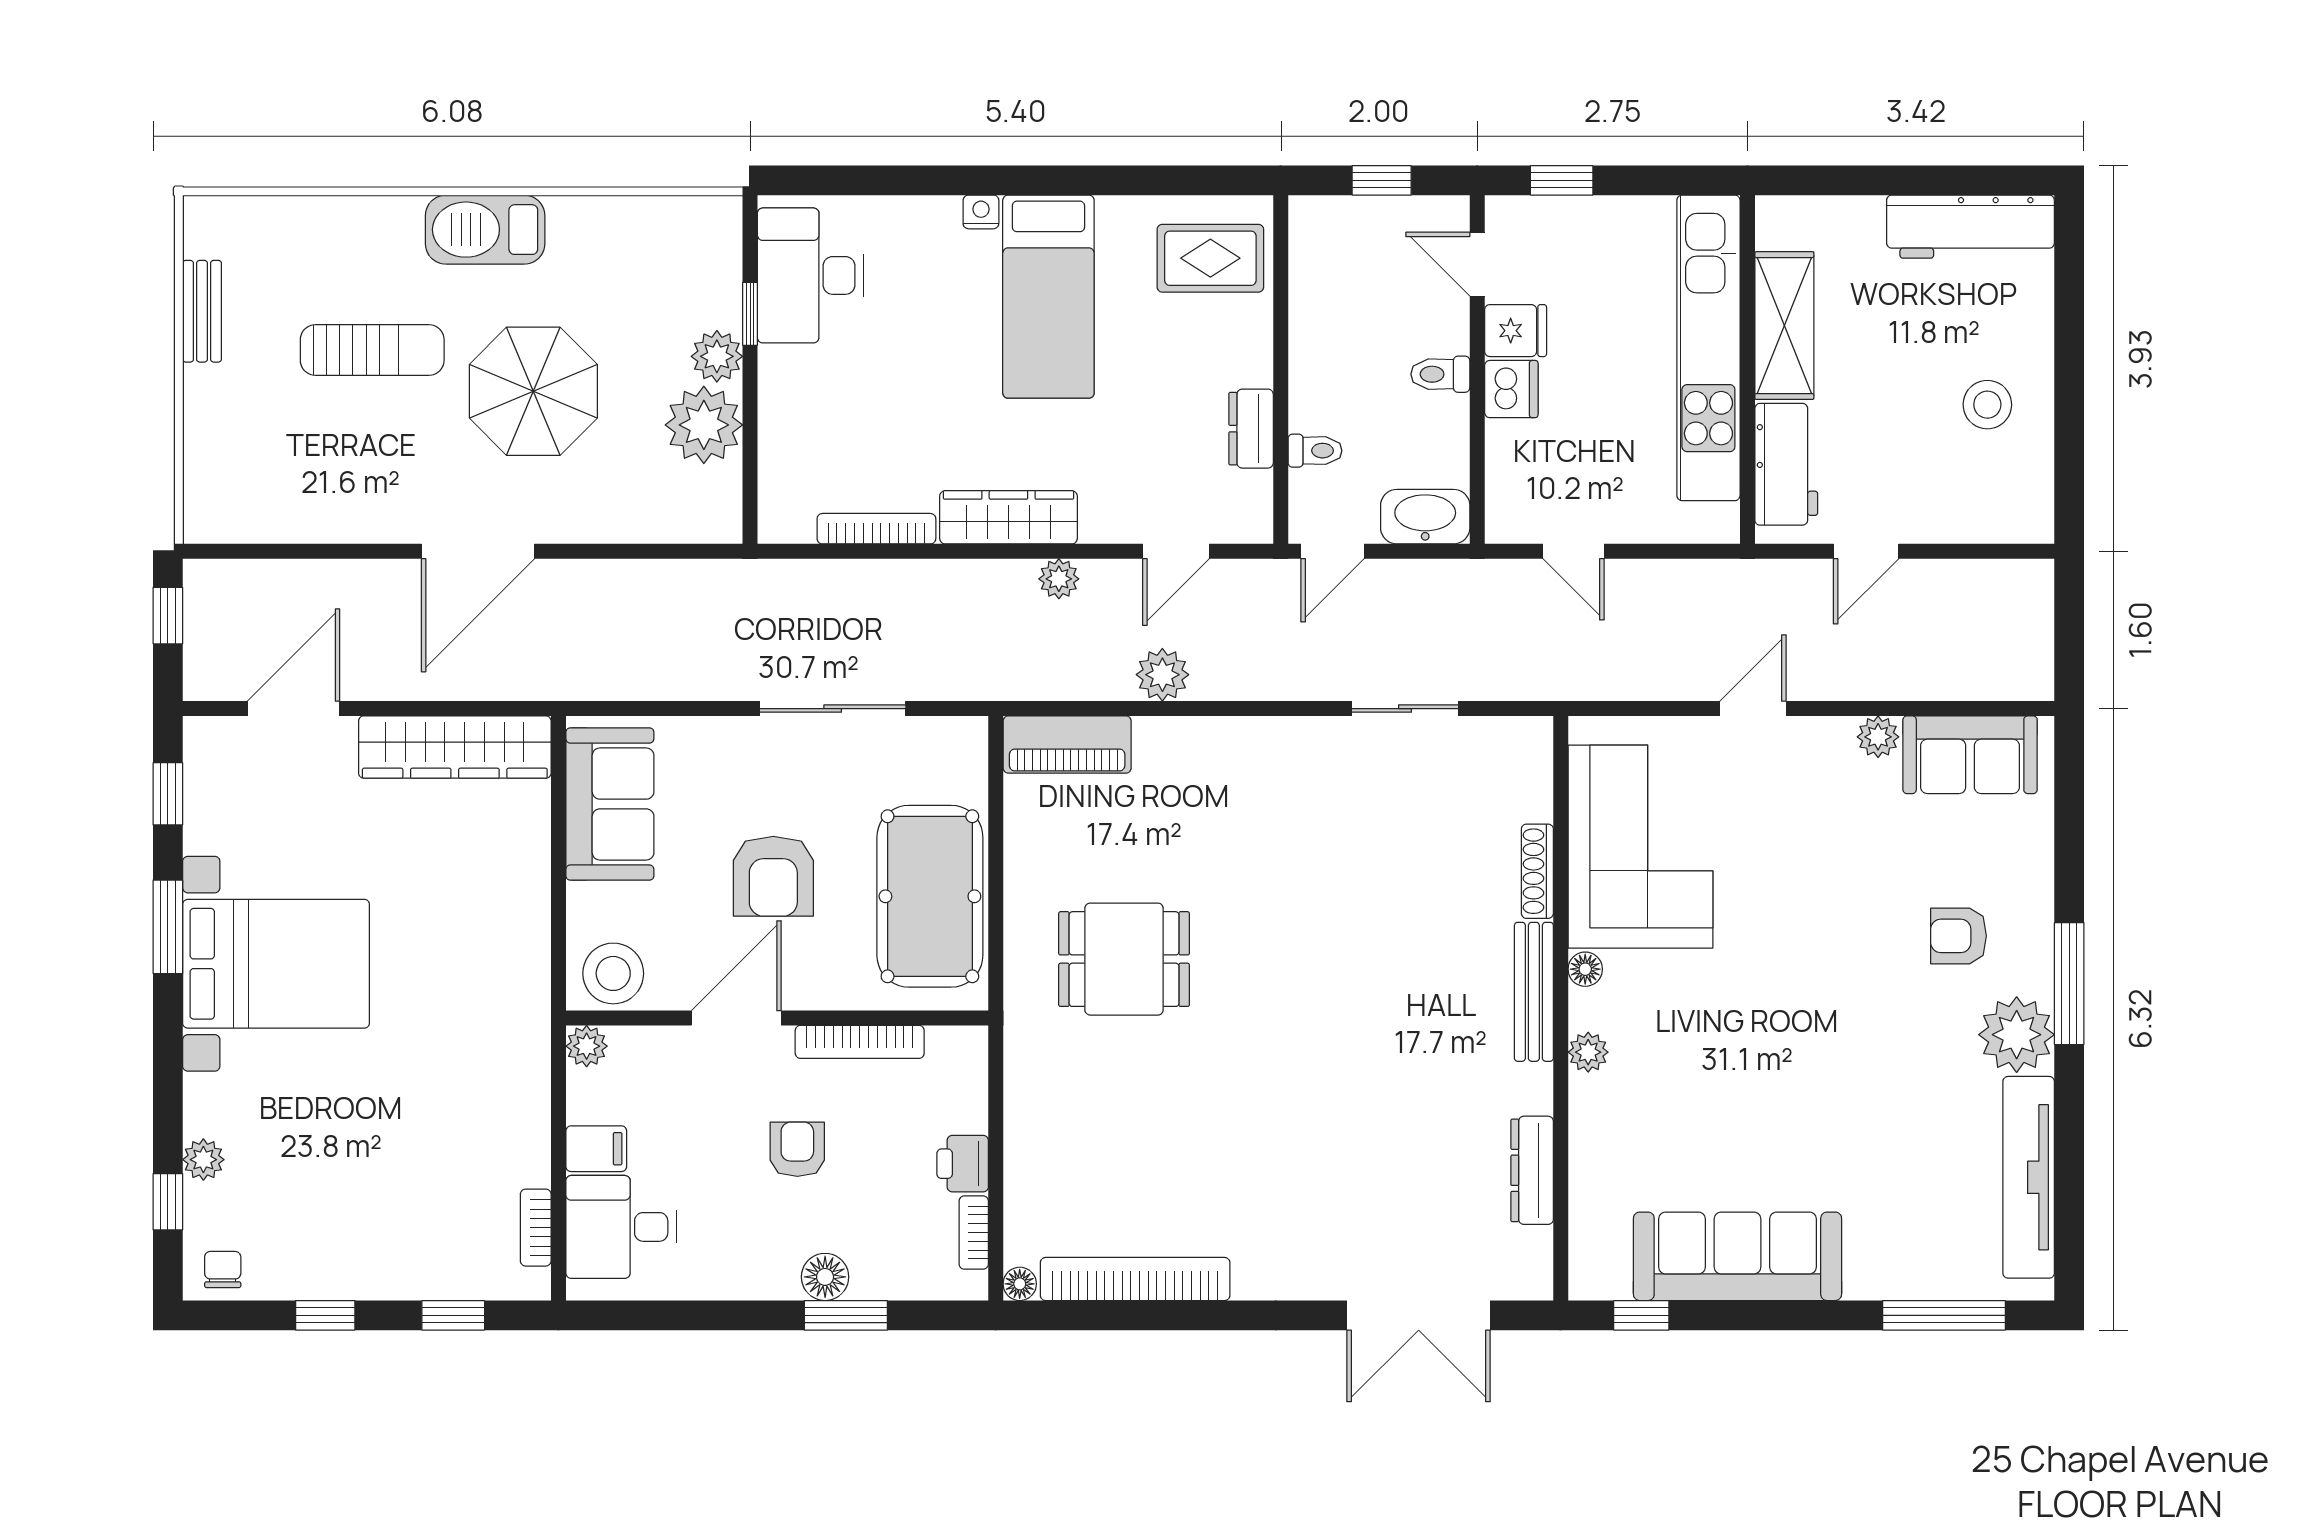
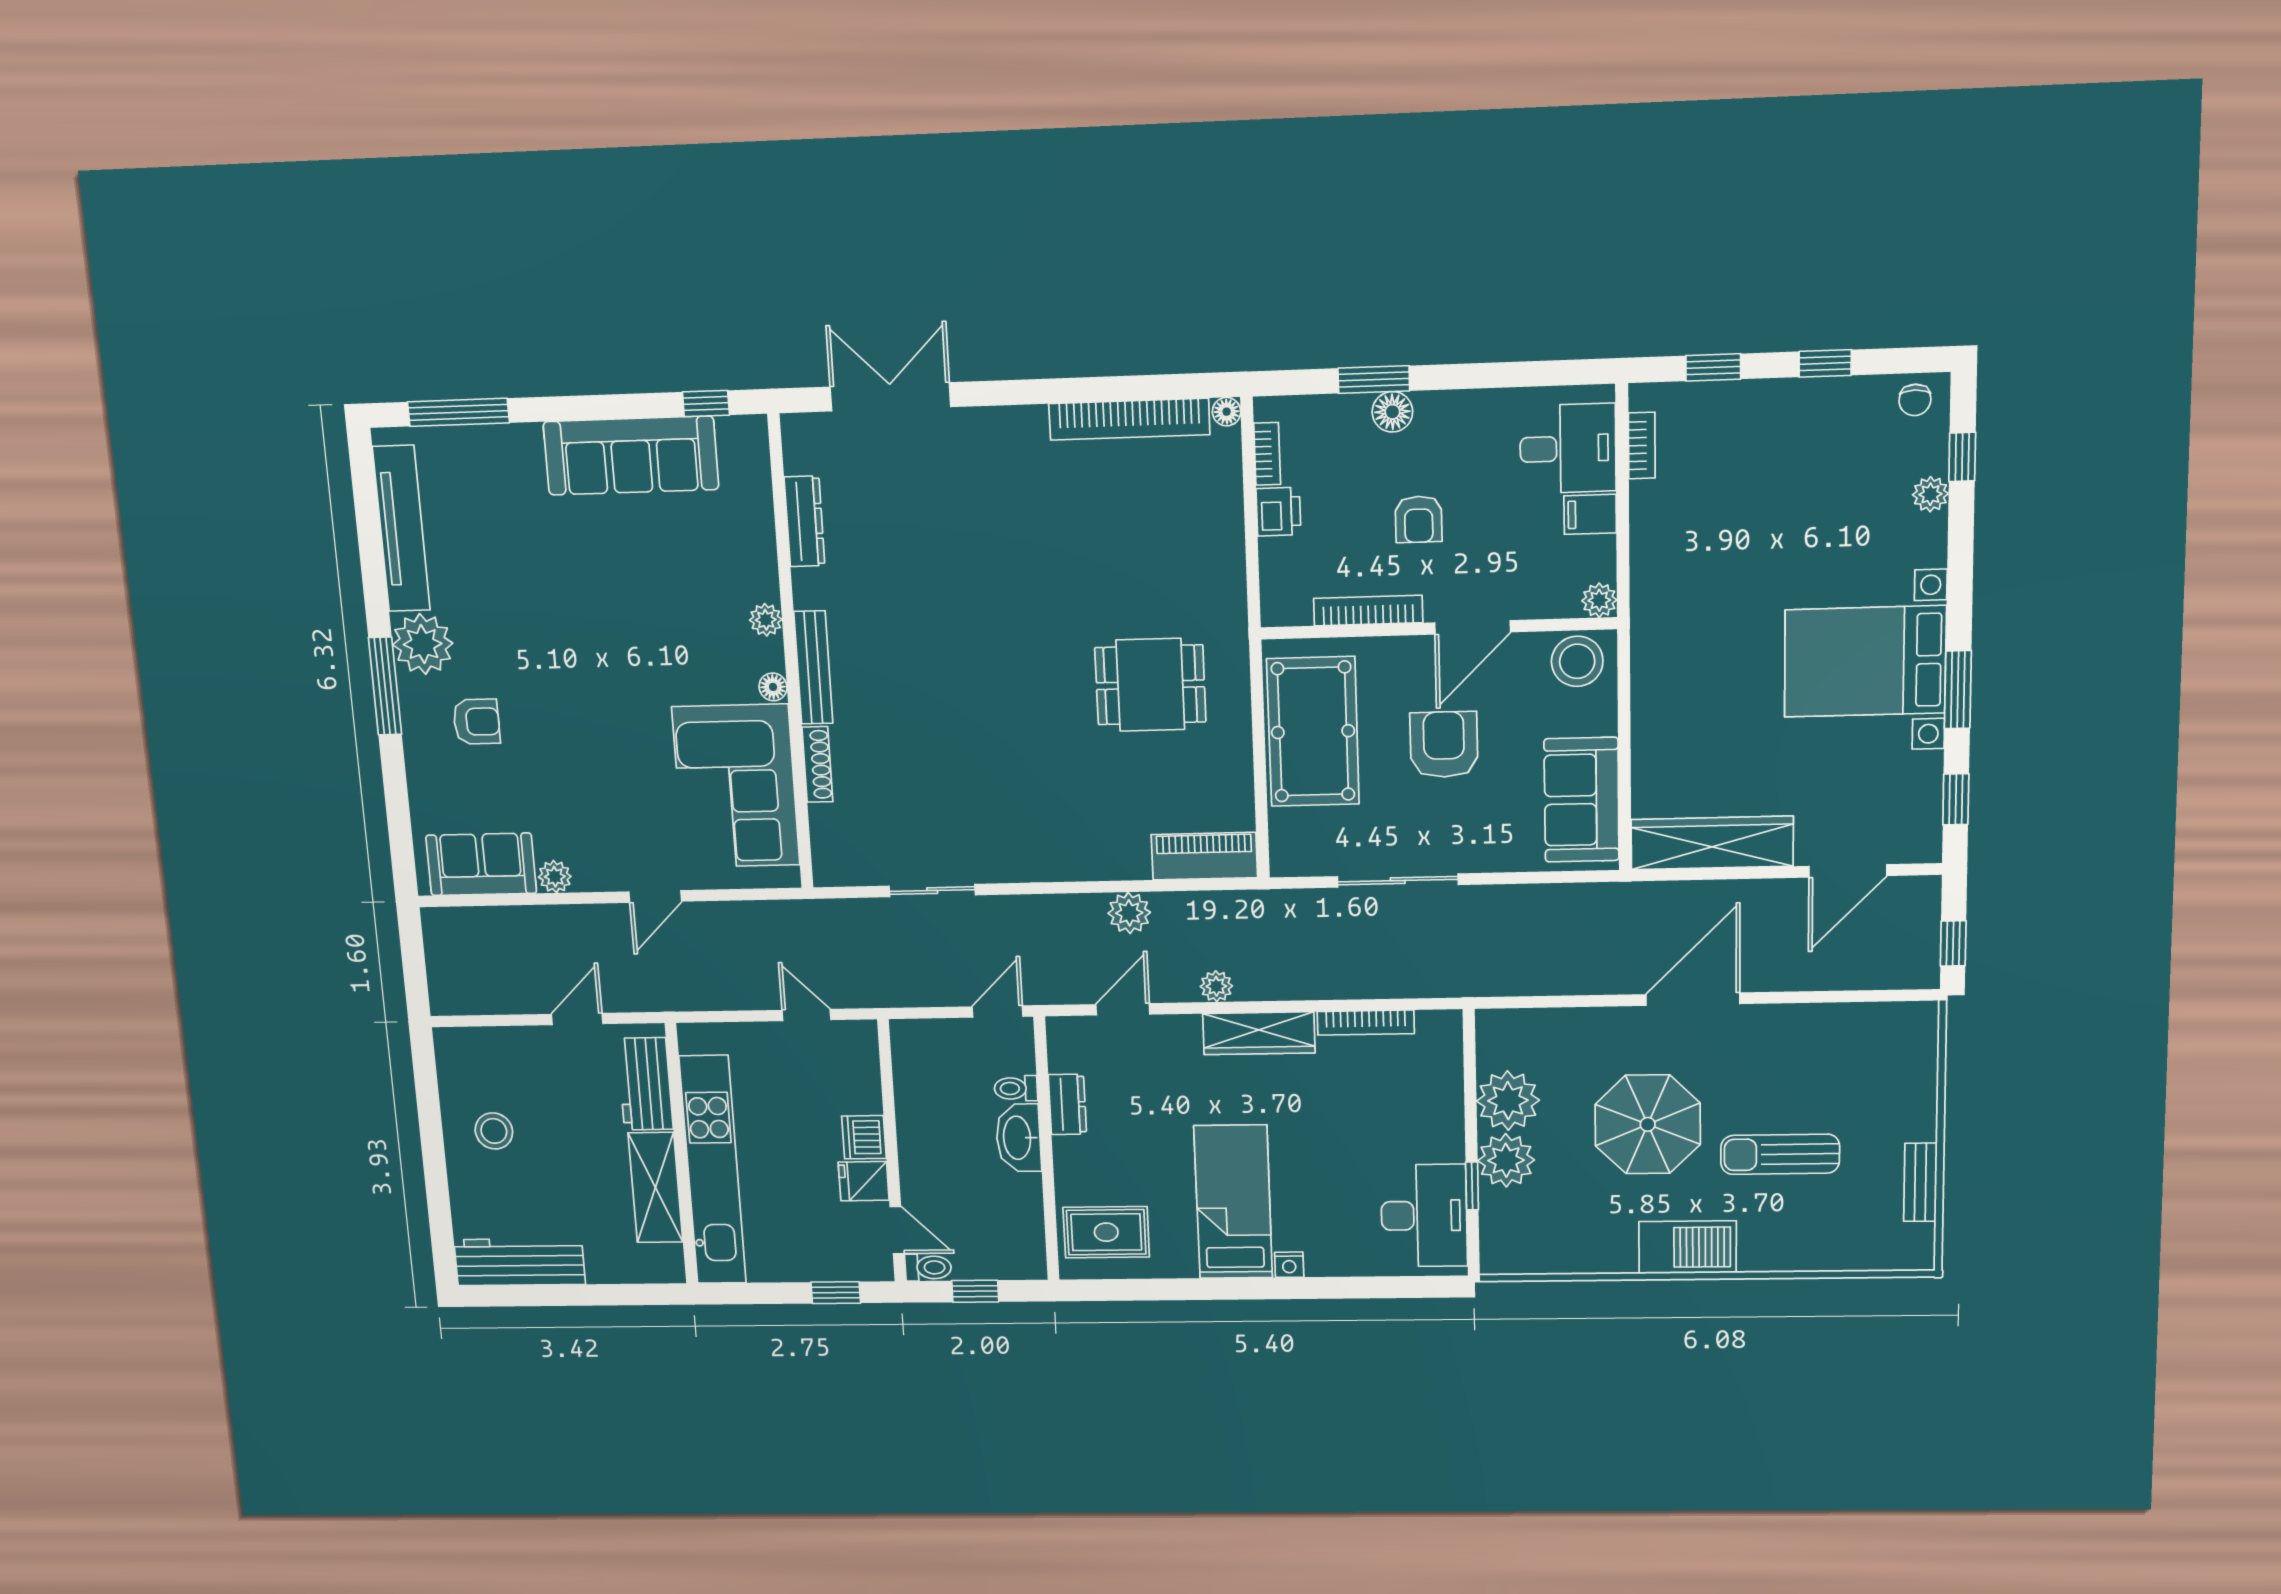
plant: (717, 356) -> (1506, 1160), width x1.36, depth x1.36
toilet: (1440, 374) -> (928, 1267), moved
washbasin: (1425, 517) -> (1018, 1138), moved, turned 90

